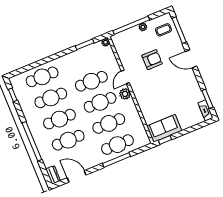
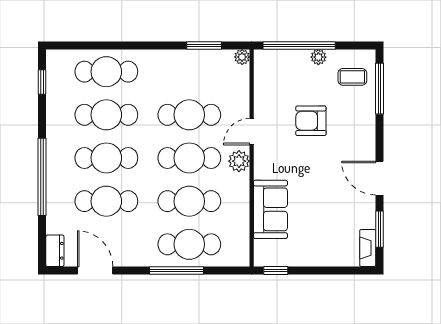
door: (191, 59) -> (380, 178), moved
armchair: (152, 60) -> (311, 121), turned 180
sofa: (164, 128) -> (270, 209), moved, turned 90

